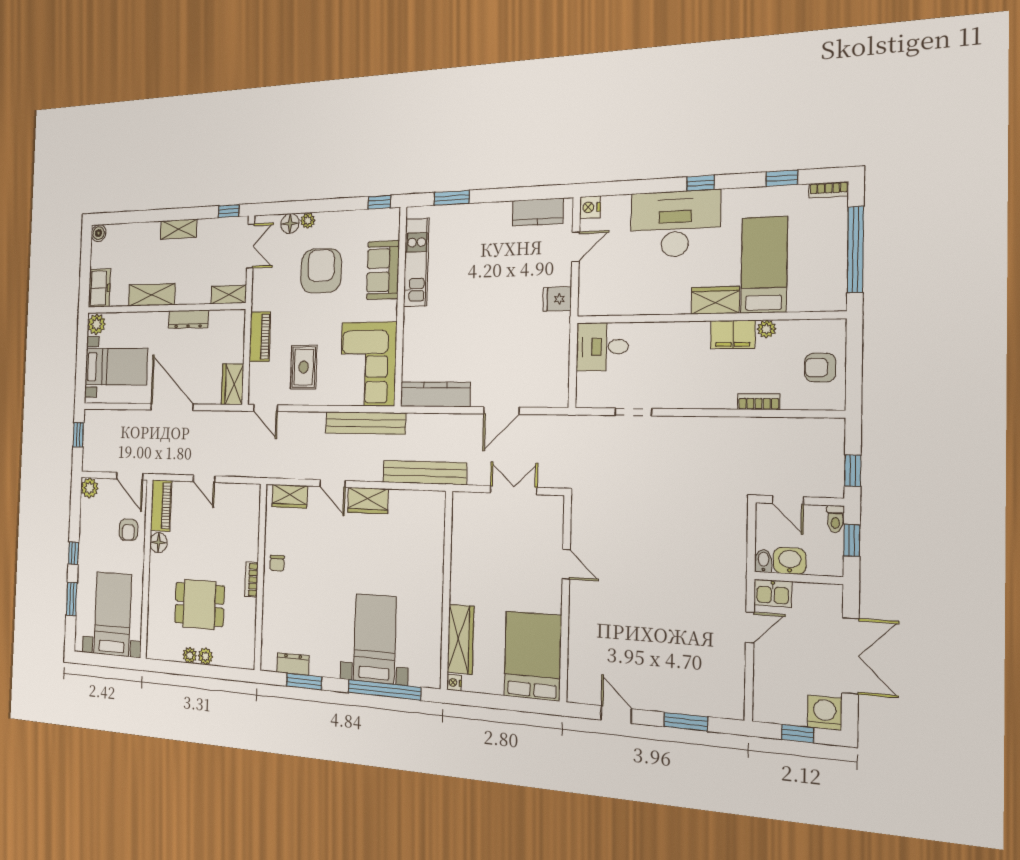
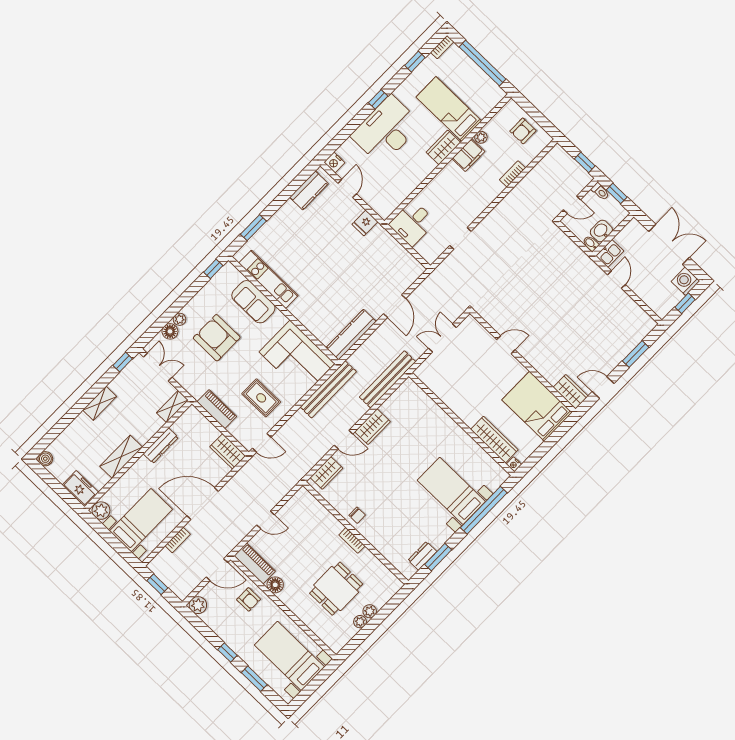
bookcase: (126, 416) -> (178, 540), added
wardrobe: (580, 681) -> (571, 392), added

